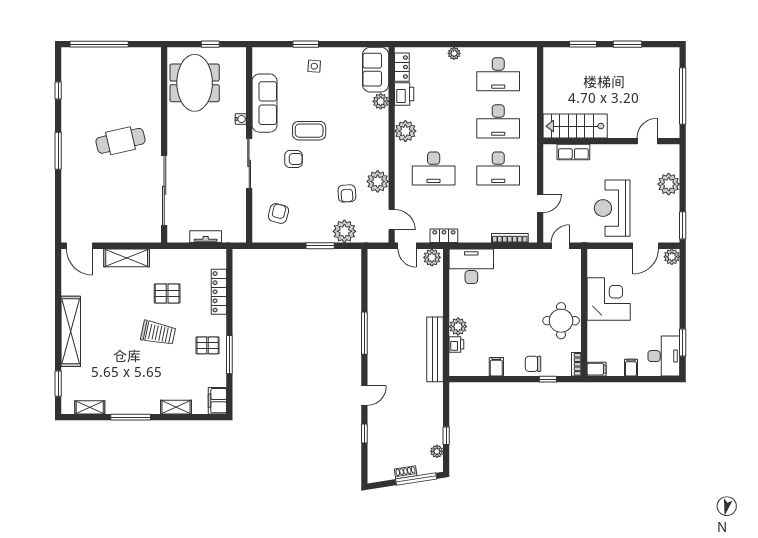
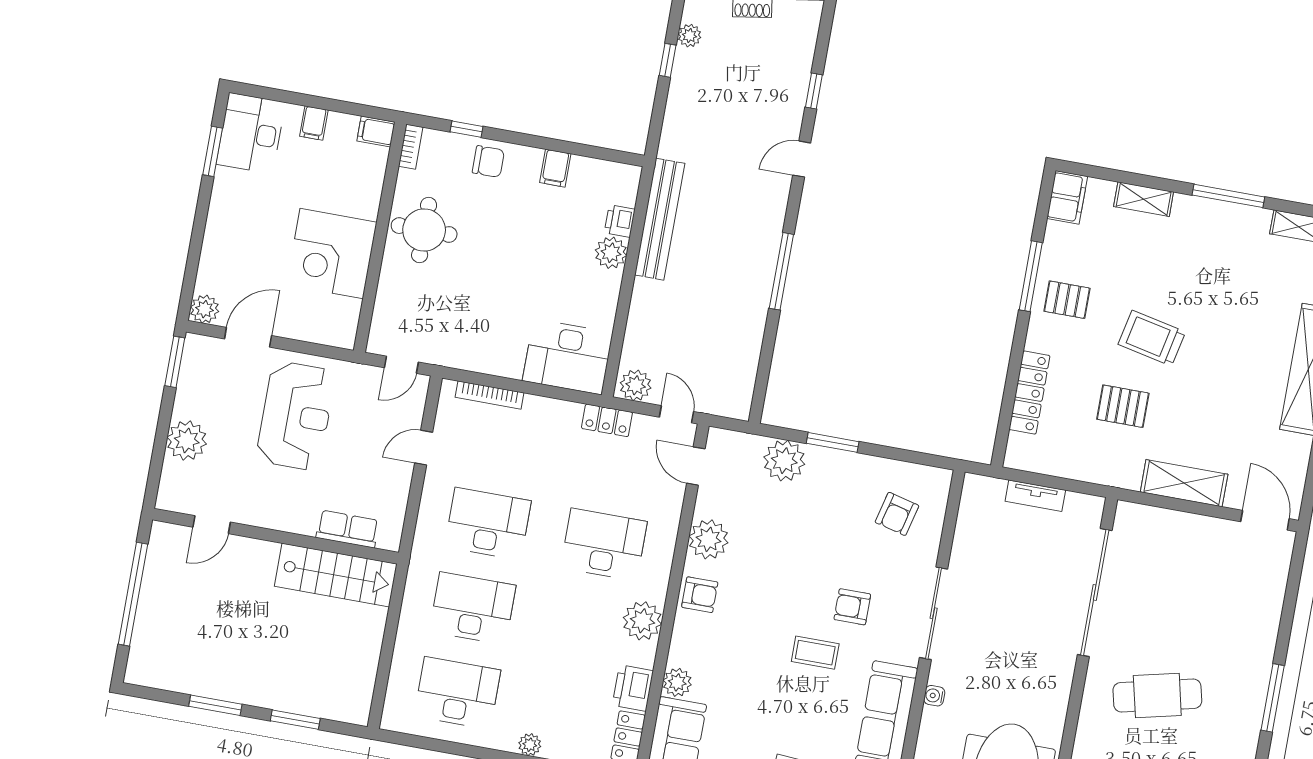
coffee table: (309, 131) -> (815, 653), width x0.73, depth x0.77
armchair: (347, 193) -> (700, 595), moved, turned 93

